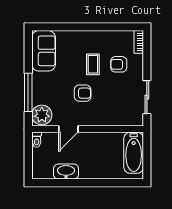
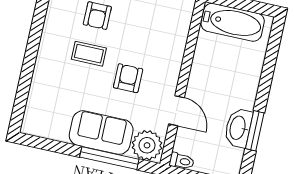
sofa: (44, 51) -> (101, 133), moved
window: (67, 183) -> (255, 131), added

